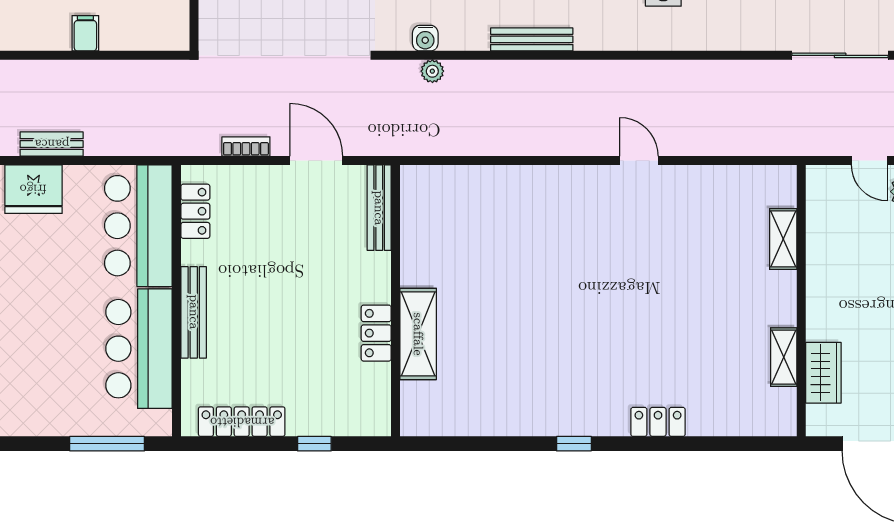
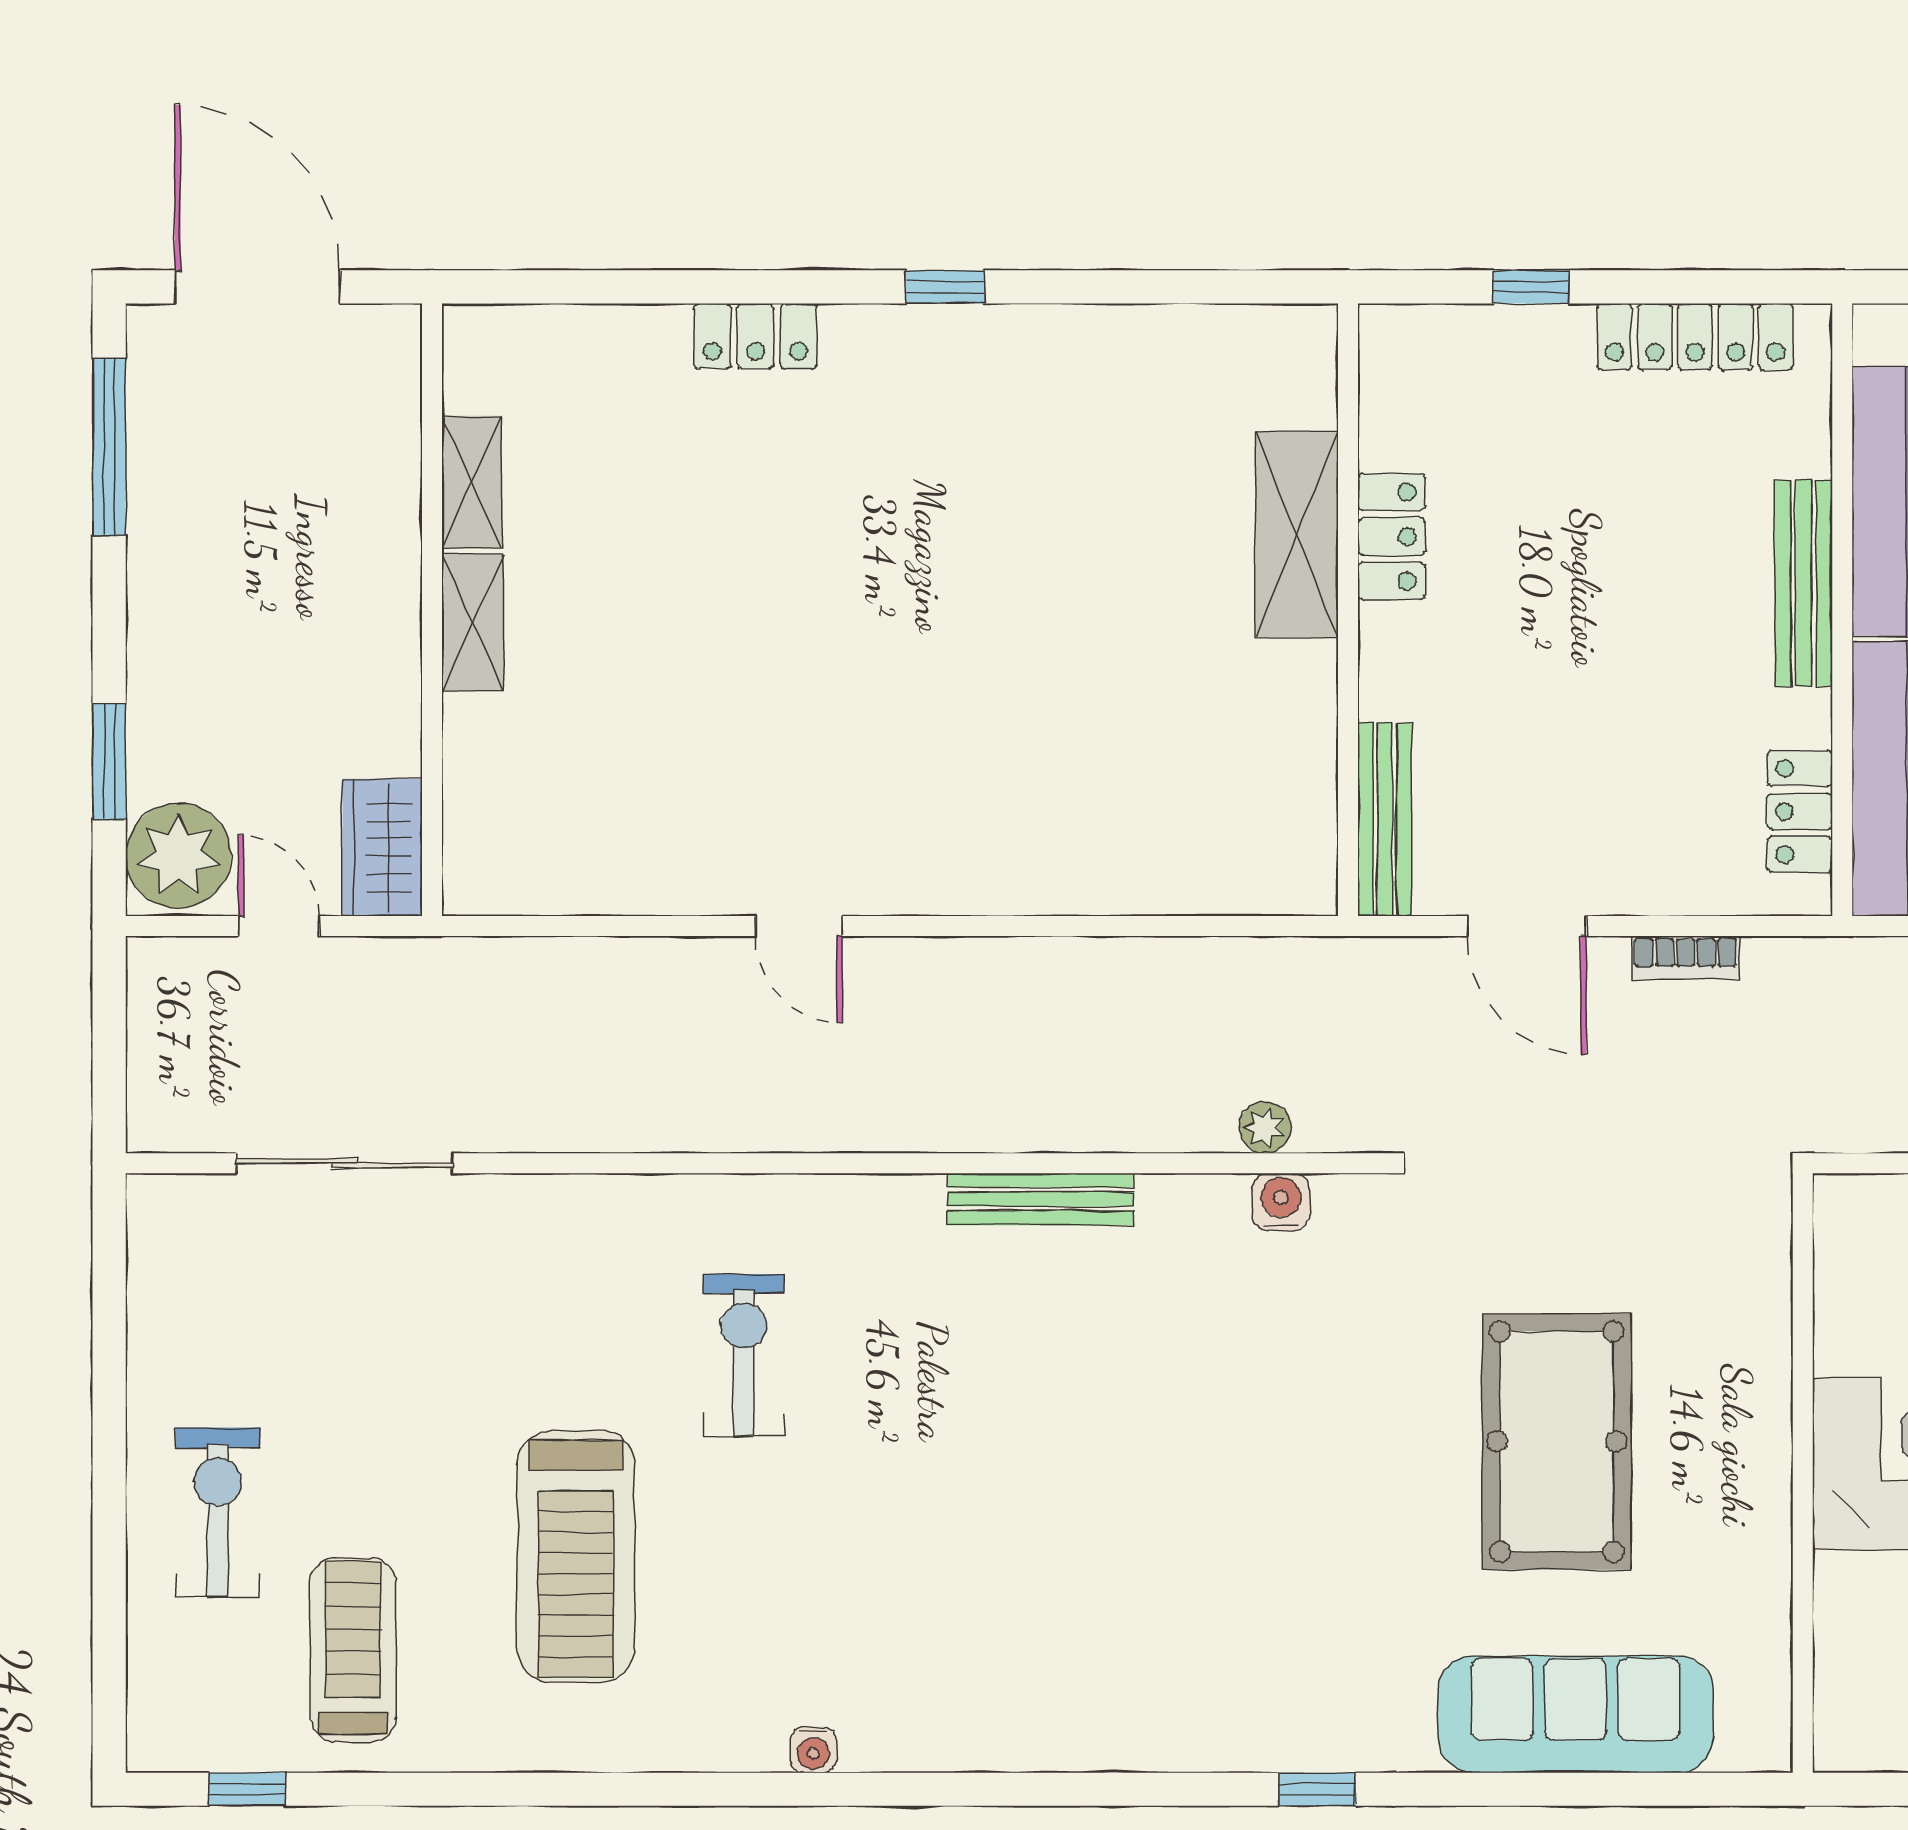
shelving: (783, 239) -> (473, 622), moved
wardrobe: (823, 373) -> (382, 847), moved

